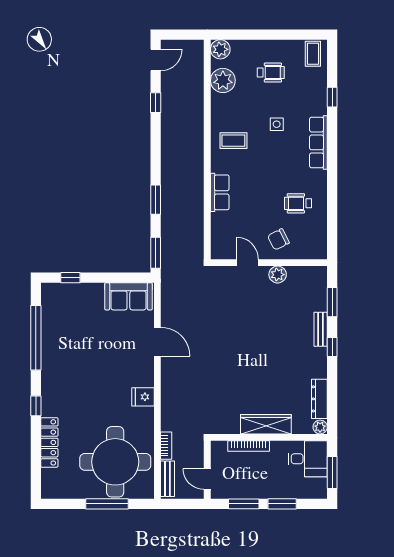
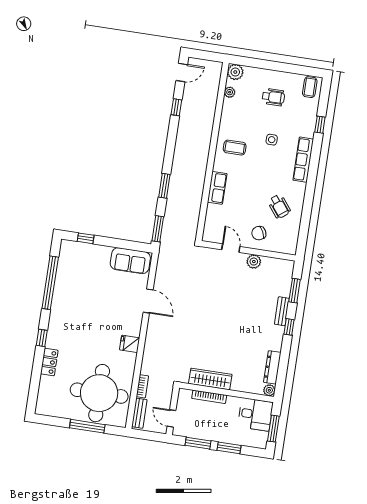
plant: (223, 80) -> (230, 92), width x0.53, depth x0.53
wheelchair: (298, 203) -> (279, 206), turned -128
wardrobe: (266, 424) -> (210, 379), moved
locker: (49, 442) -> (49, 362), width x0.66

